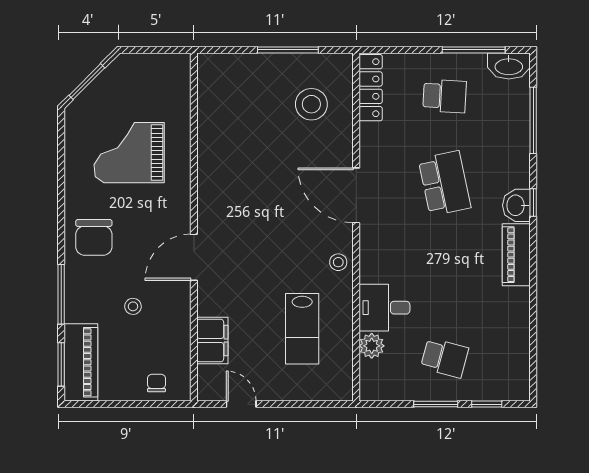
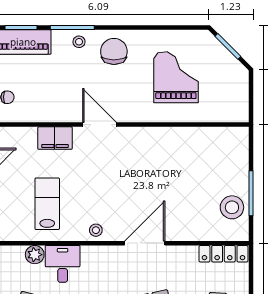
stool: (311, 104) -> (232, 207), moved
chair: (94, 237) -> (114, 51), turned 90
stool: (133, 306) -> (79, 42), moved
lab bench: (302, 329) -> (47, 204), turned 90
filing cabinet: (212, 340) -> (55, 138), moved

